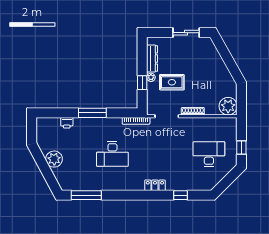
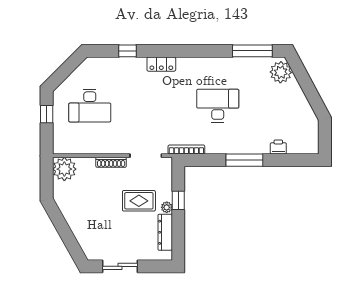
plant: (54, 159) -> (281, 72), moved

